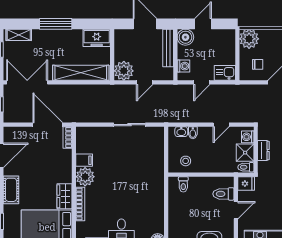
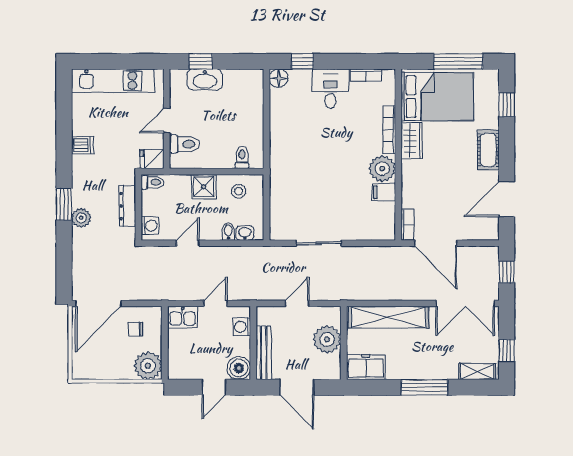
plant: (124, 71) -> (327, 339), moved
dresser: (263, 151) -> (127, 206), width x1.44
shower: (245, 153) -> (204, 187), moved

